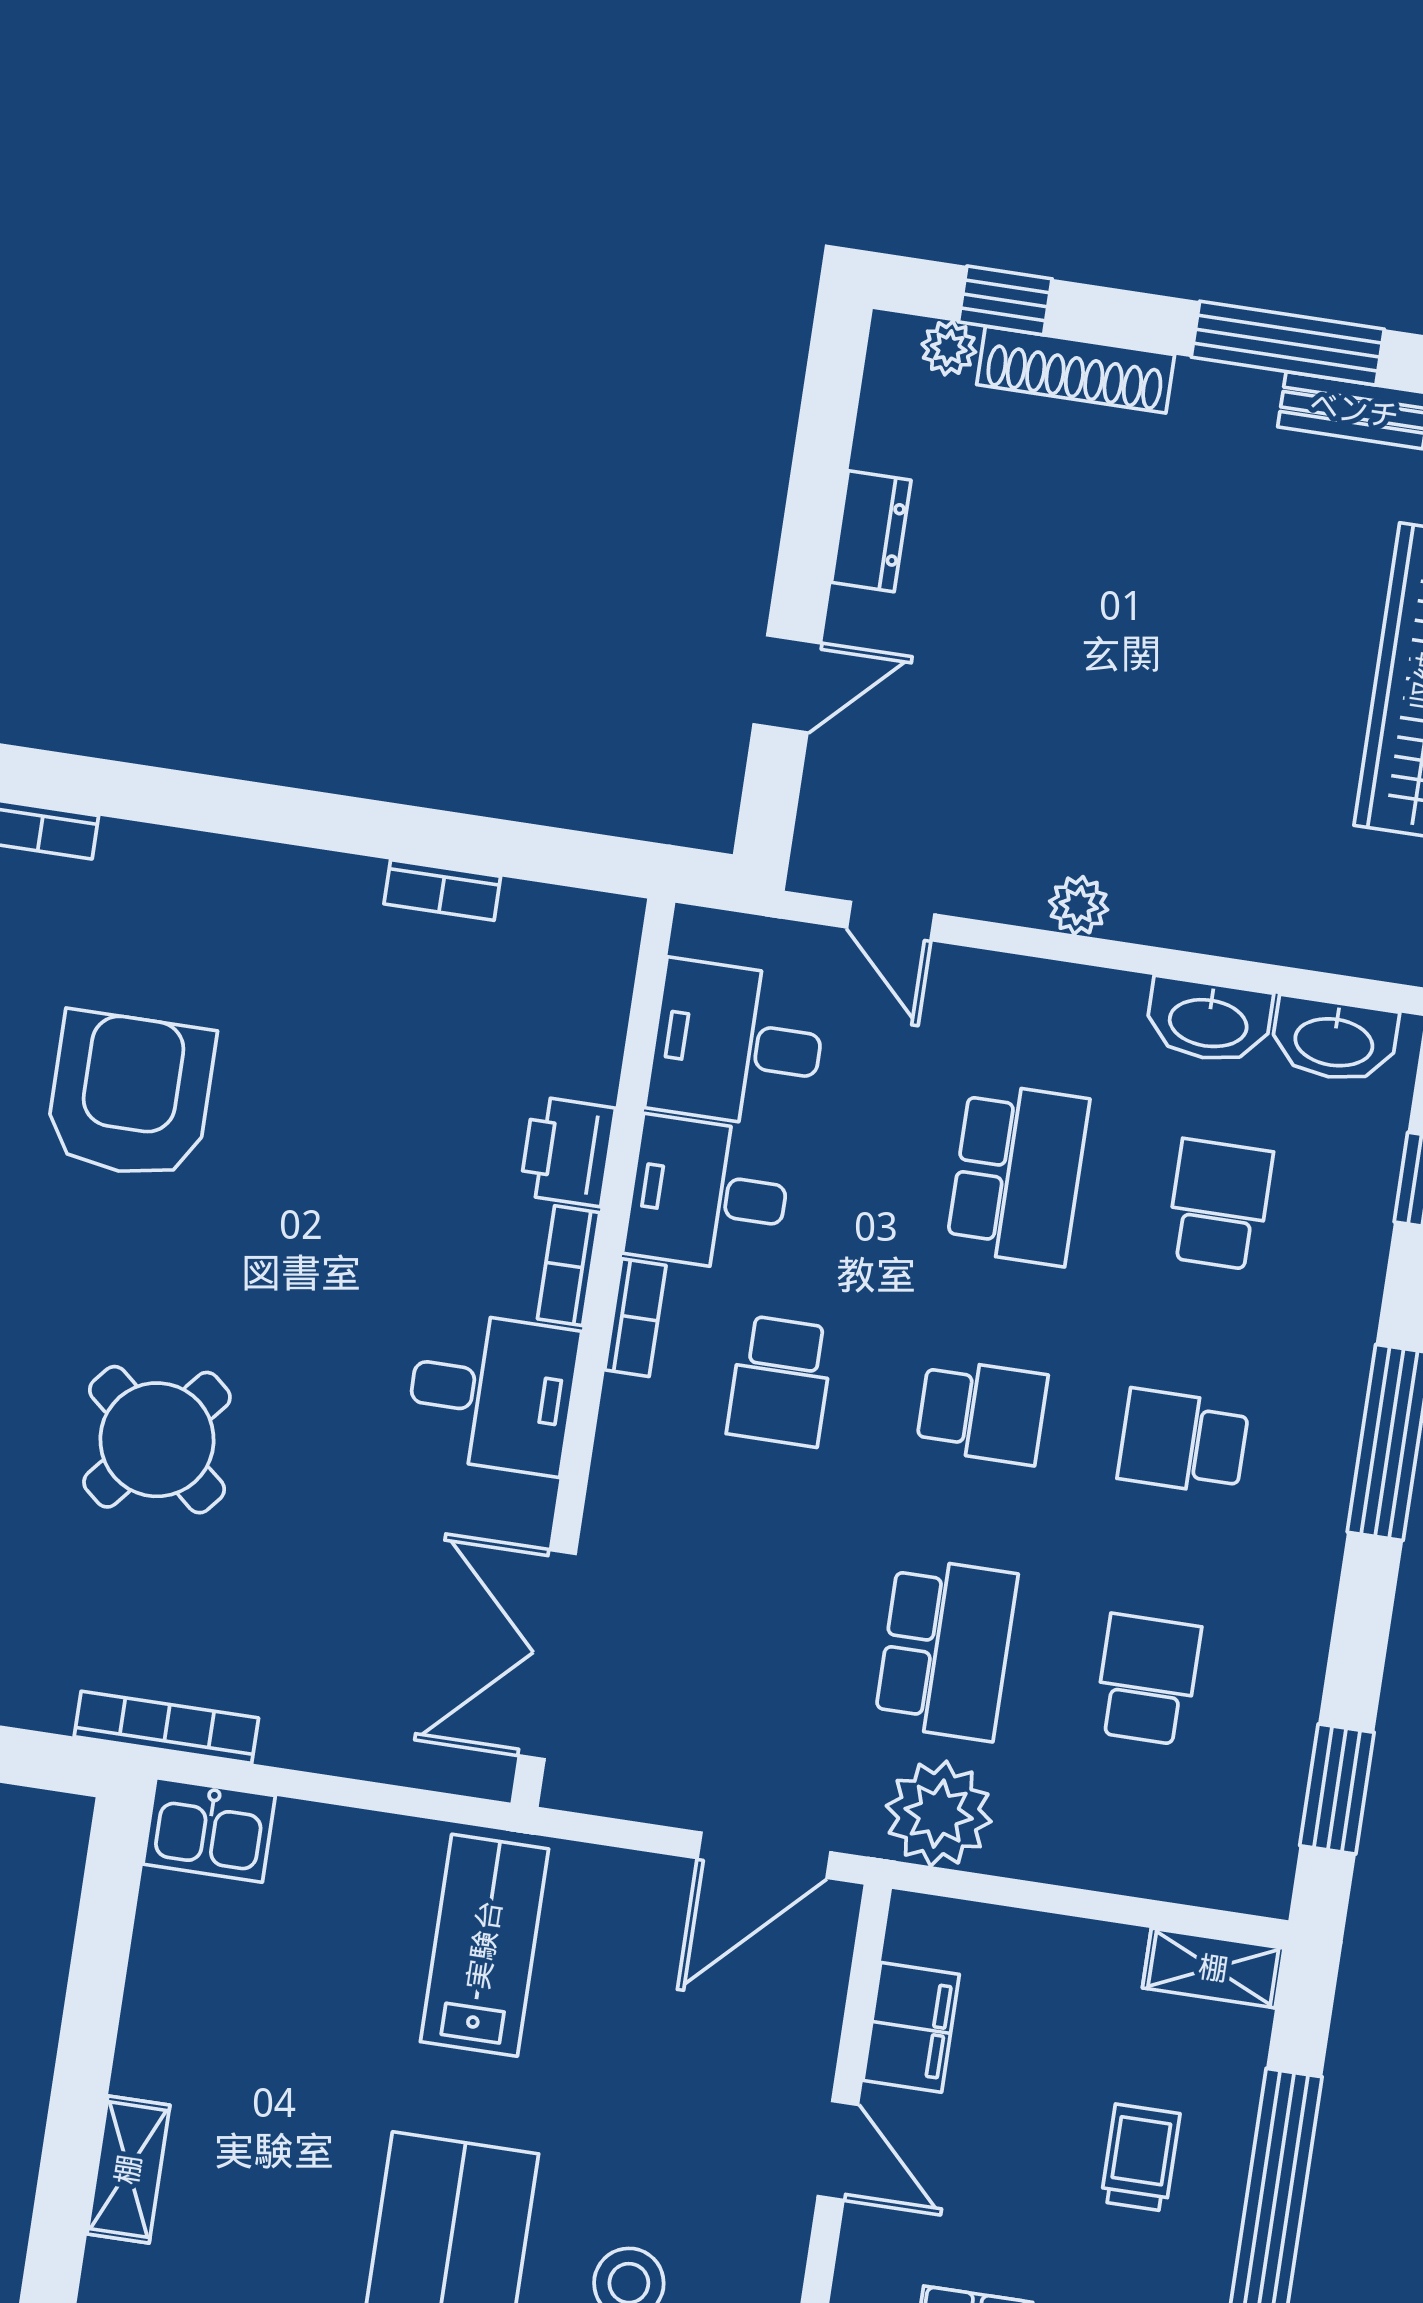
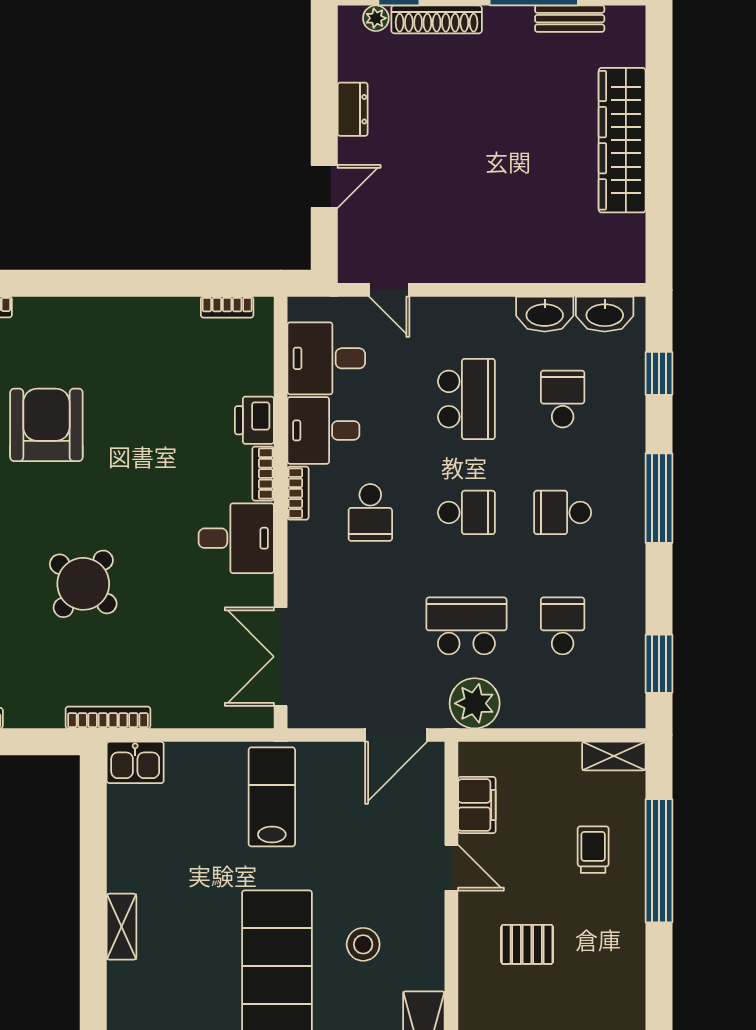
bookcase: (442, 890) -> (227, 307), moved
plant: (1079, 905) -> (476, 269), removed
school desk: (946, 1649) -> (466, 626), turned -90

